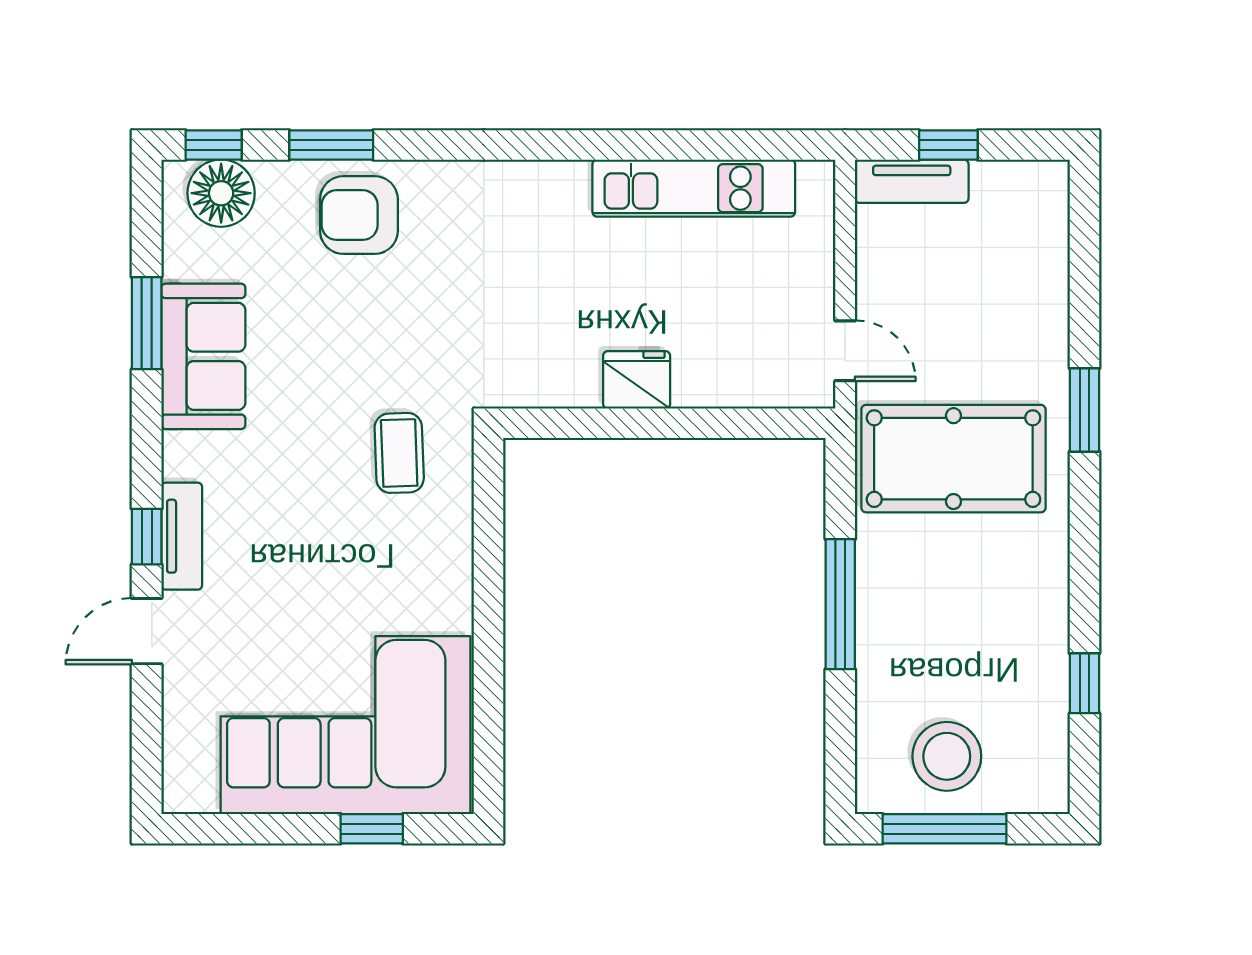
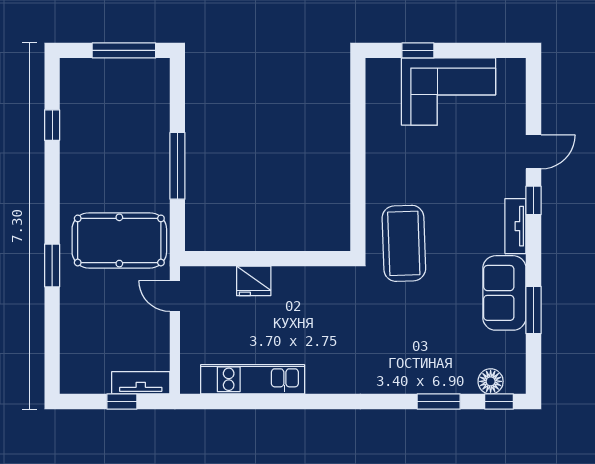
floor lamp: (221, 193) -> (491, 381), width x0.73, depth x0.73
armchair: (359, 215) -> (424, 365), removed
fridge: (637, 380) -> (254, 281), moved
coffee table: (399, 453) -> (404, 243), width x1.86, depth x1.72
tv unit: (182, 536) -> (515, 226), moved
corner sofa: (345, 725) -> (448, 92), width x0.73, depth x0.74
stool: (947, 756) -> (123, 88), removed

